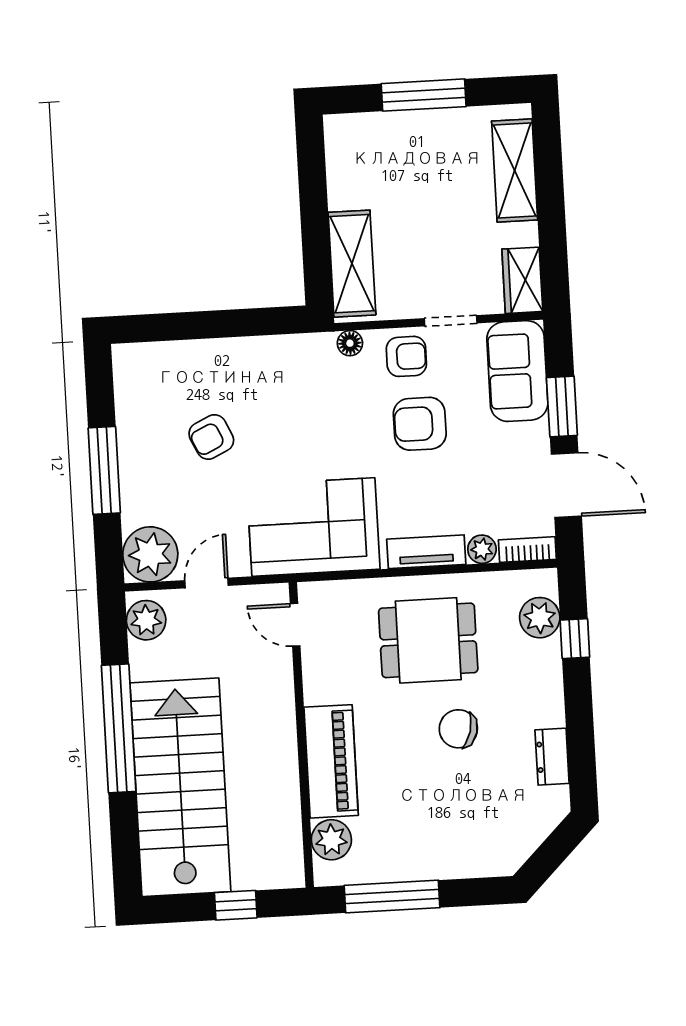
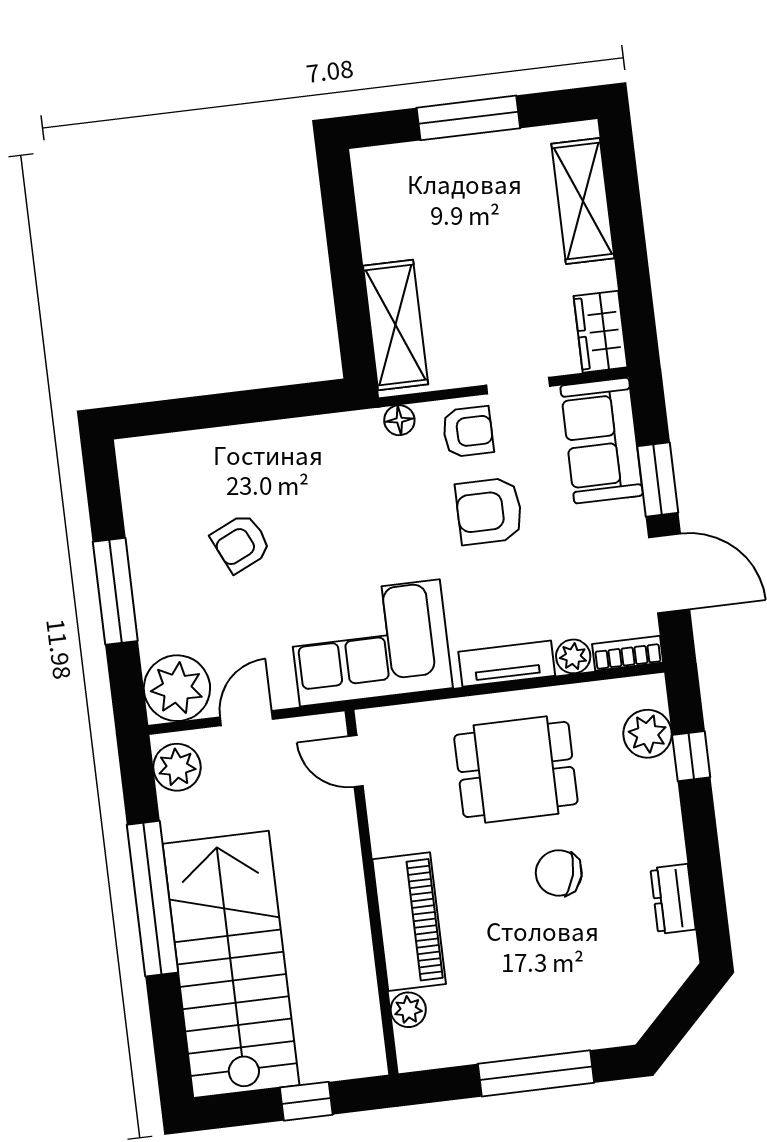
plant: (331, 840) -> (408, 1010), width x0.73, depth x0.73
window: (392, 897) -> (536, 1073), moved

